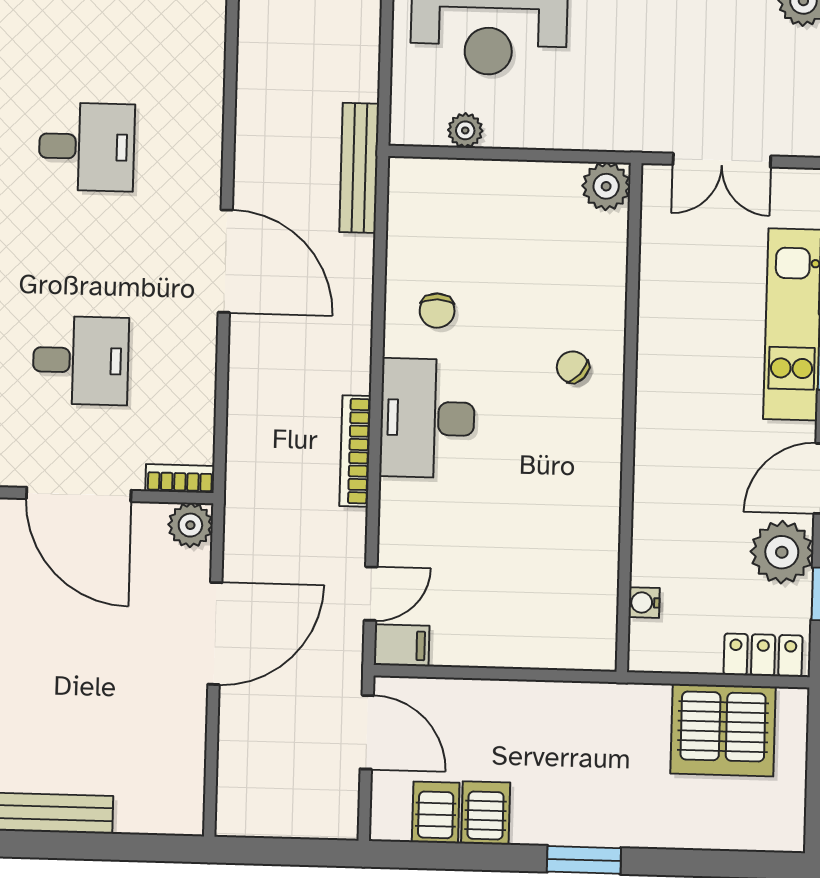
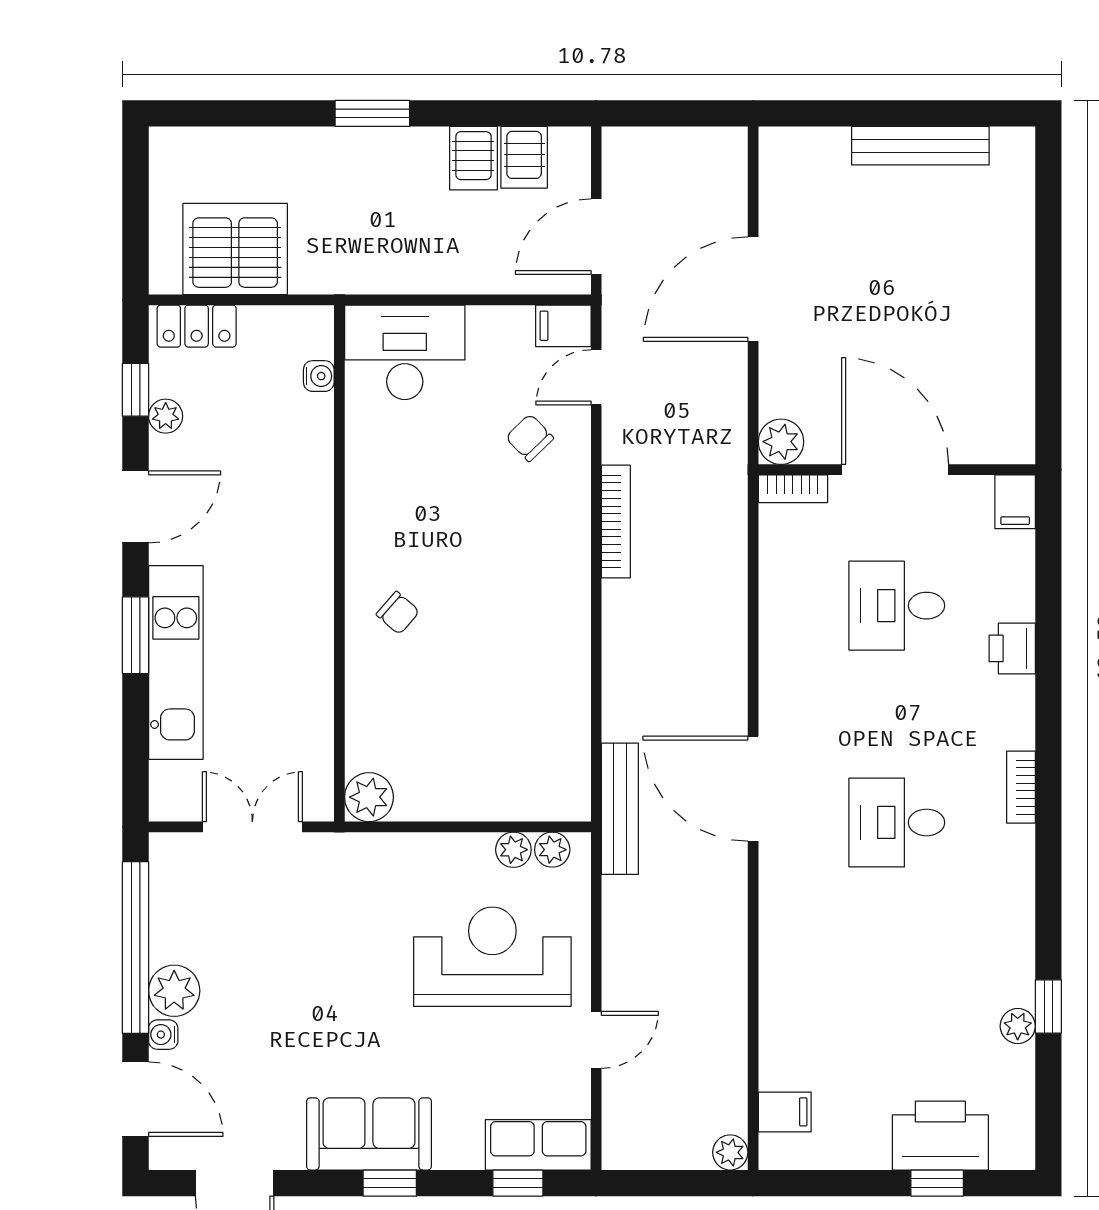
plant: (427, 129) -> (552, 850), added
door: (225, 261) -> (753, 789), moved
chair: (437, 311) -> (530, 438), moved, turned -44
desk: (427, 418) -> (405, 352), moved, turned -90
plant: (782, 552) -> (166, 416), width x0.53, depth x0.53
door: (215, 633) -> (753, 289), moved
door: (367, 732) -> (596, 237), hinge flipped

